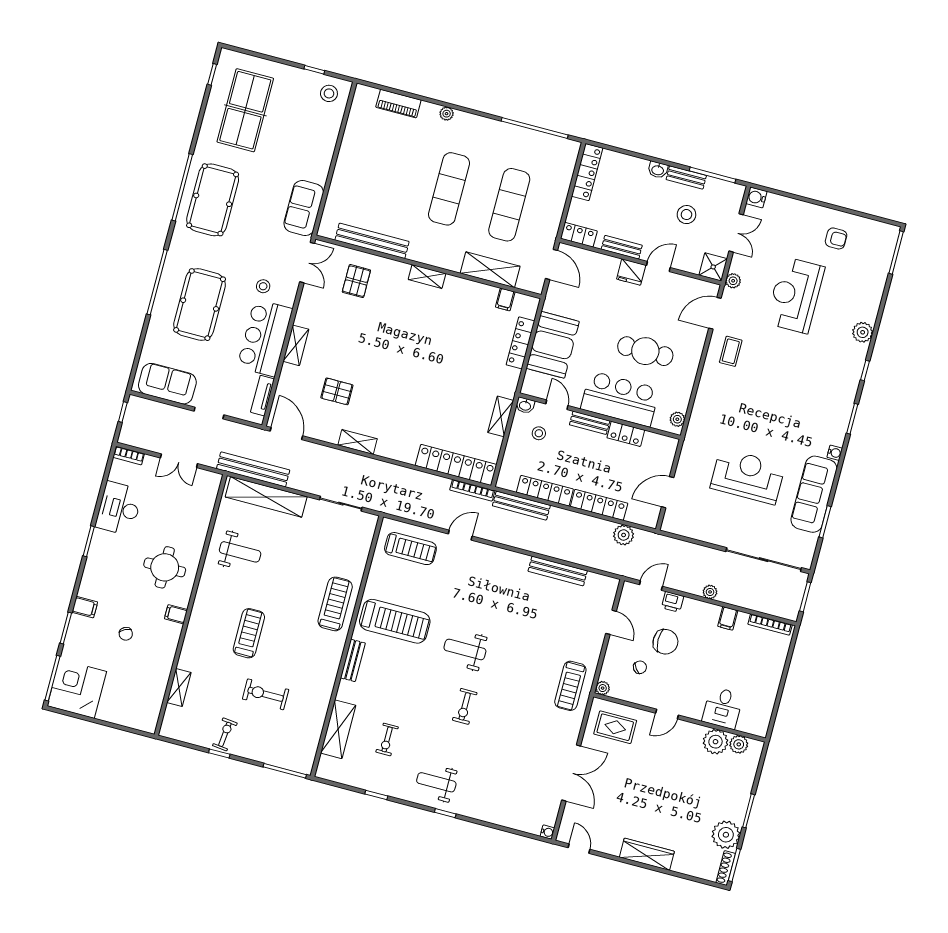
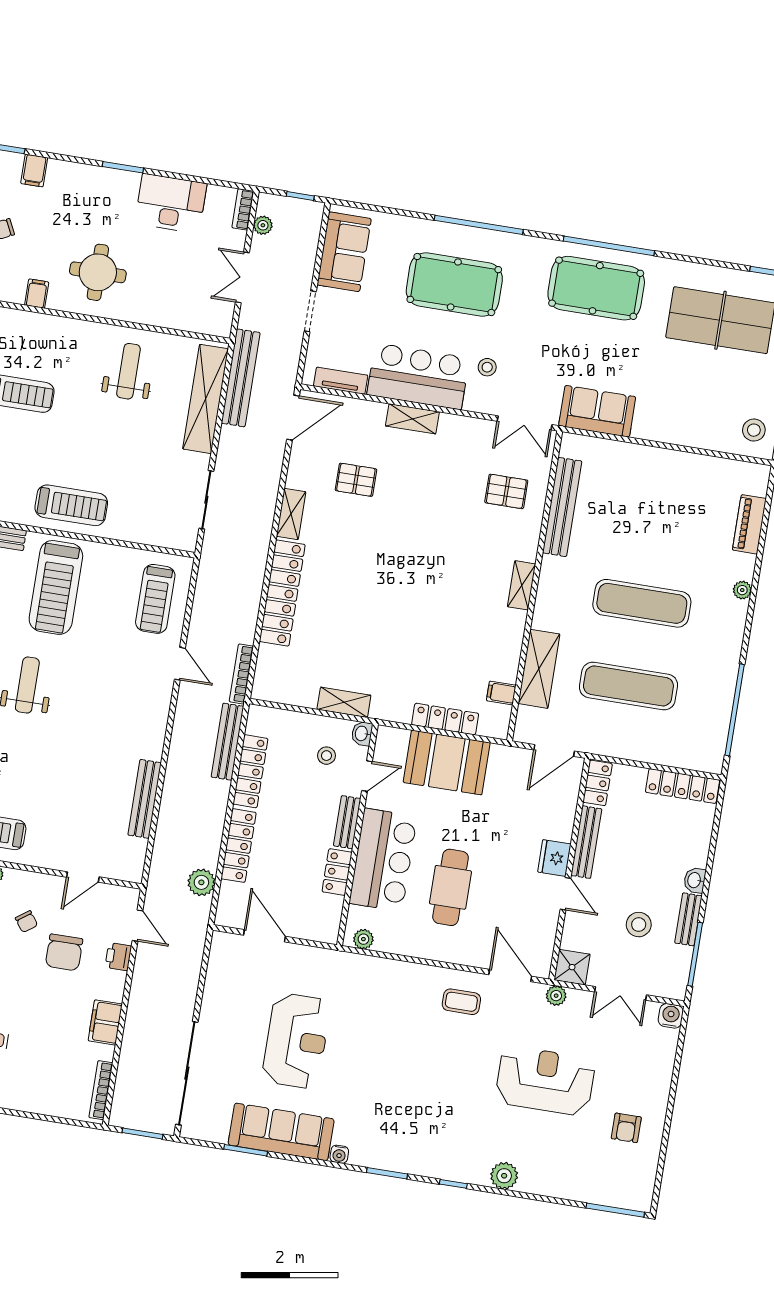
bench: (622, 247) -> (586, 842), width x1.36
pallet: (337, 391) -> (356, 480), turned 90
locker: (456, 465) -> (282, 593), moved
weight bench: (240, 552) -> (128, 371), turned 180
plant: (710, 592) -> (263, 225), moved
filing cabinet: (728, 618) -> (105, 1022), width x2.00

